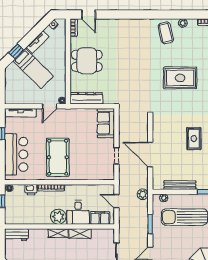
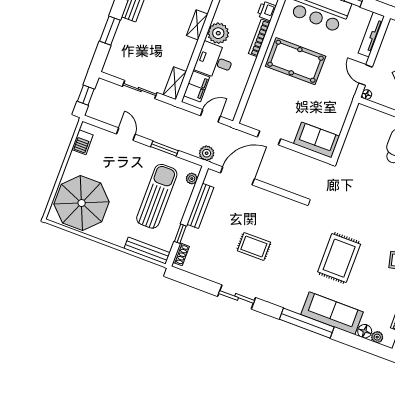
dresser: (86, 98) -> (358, 127), removed
door: (150, 155) -> (237, 176), moved
shelving: (80, 234) -> (175, 83), moved

